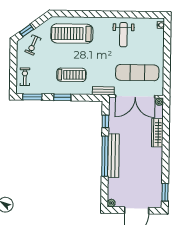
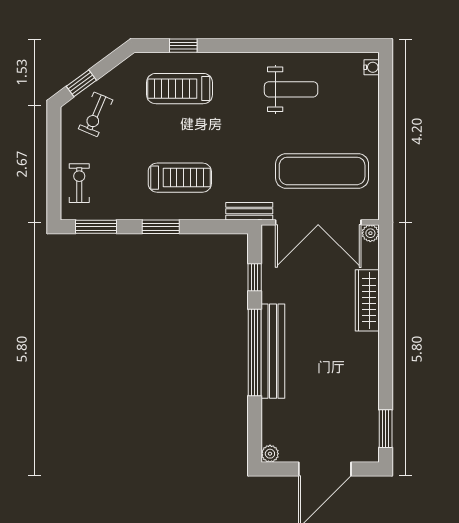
window: (74, 14) -> (183, 46), added
treadmill: (72, 34) -> (179, 89), width x0.73, depth x0.73
weight bench: (123, 35) -> (291, 89), turned -90

